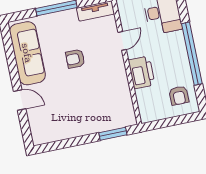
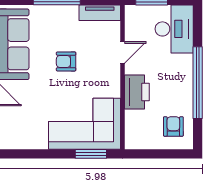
armchair: (179, 95) -> (173, 126), turned 180
corner sofa: (102, 109) -> (85, 124), added

